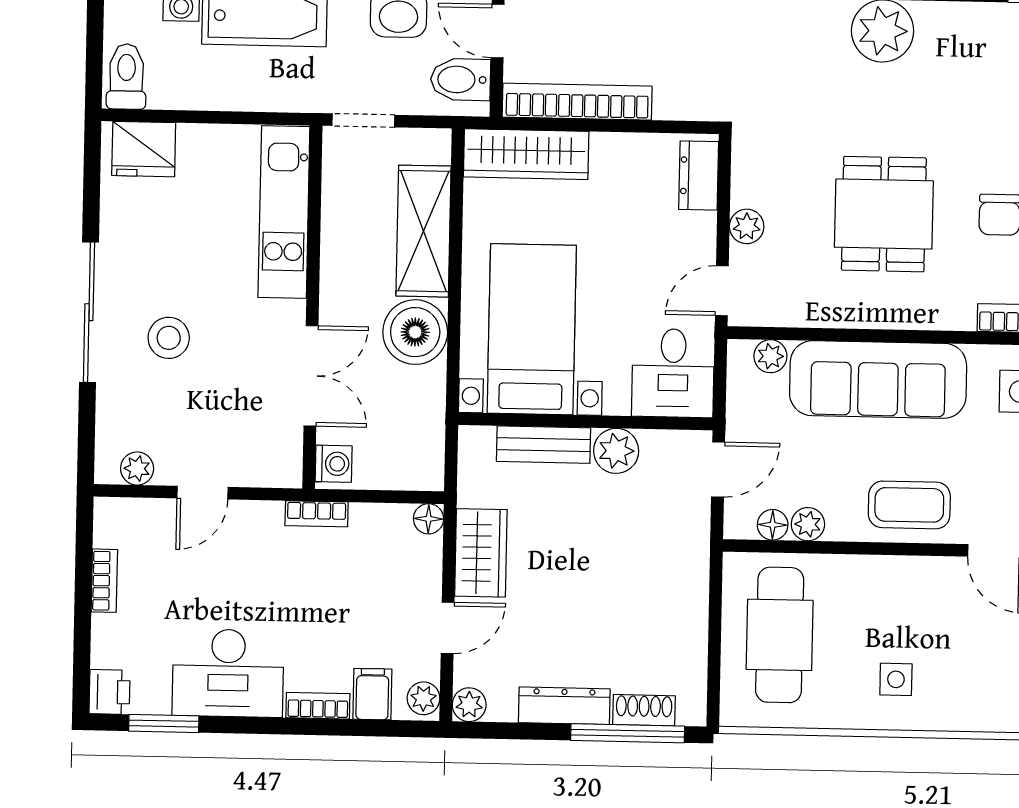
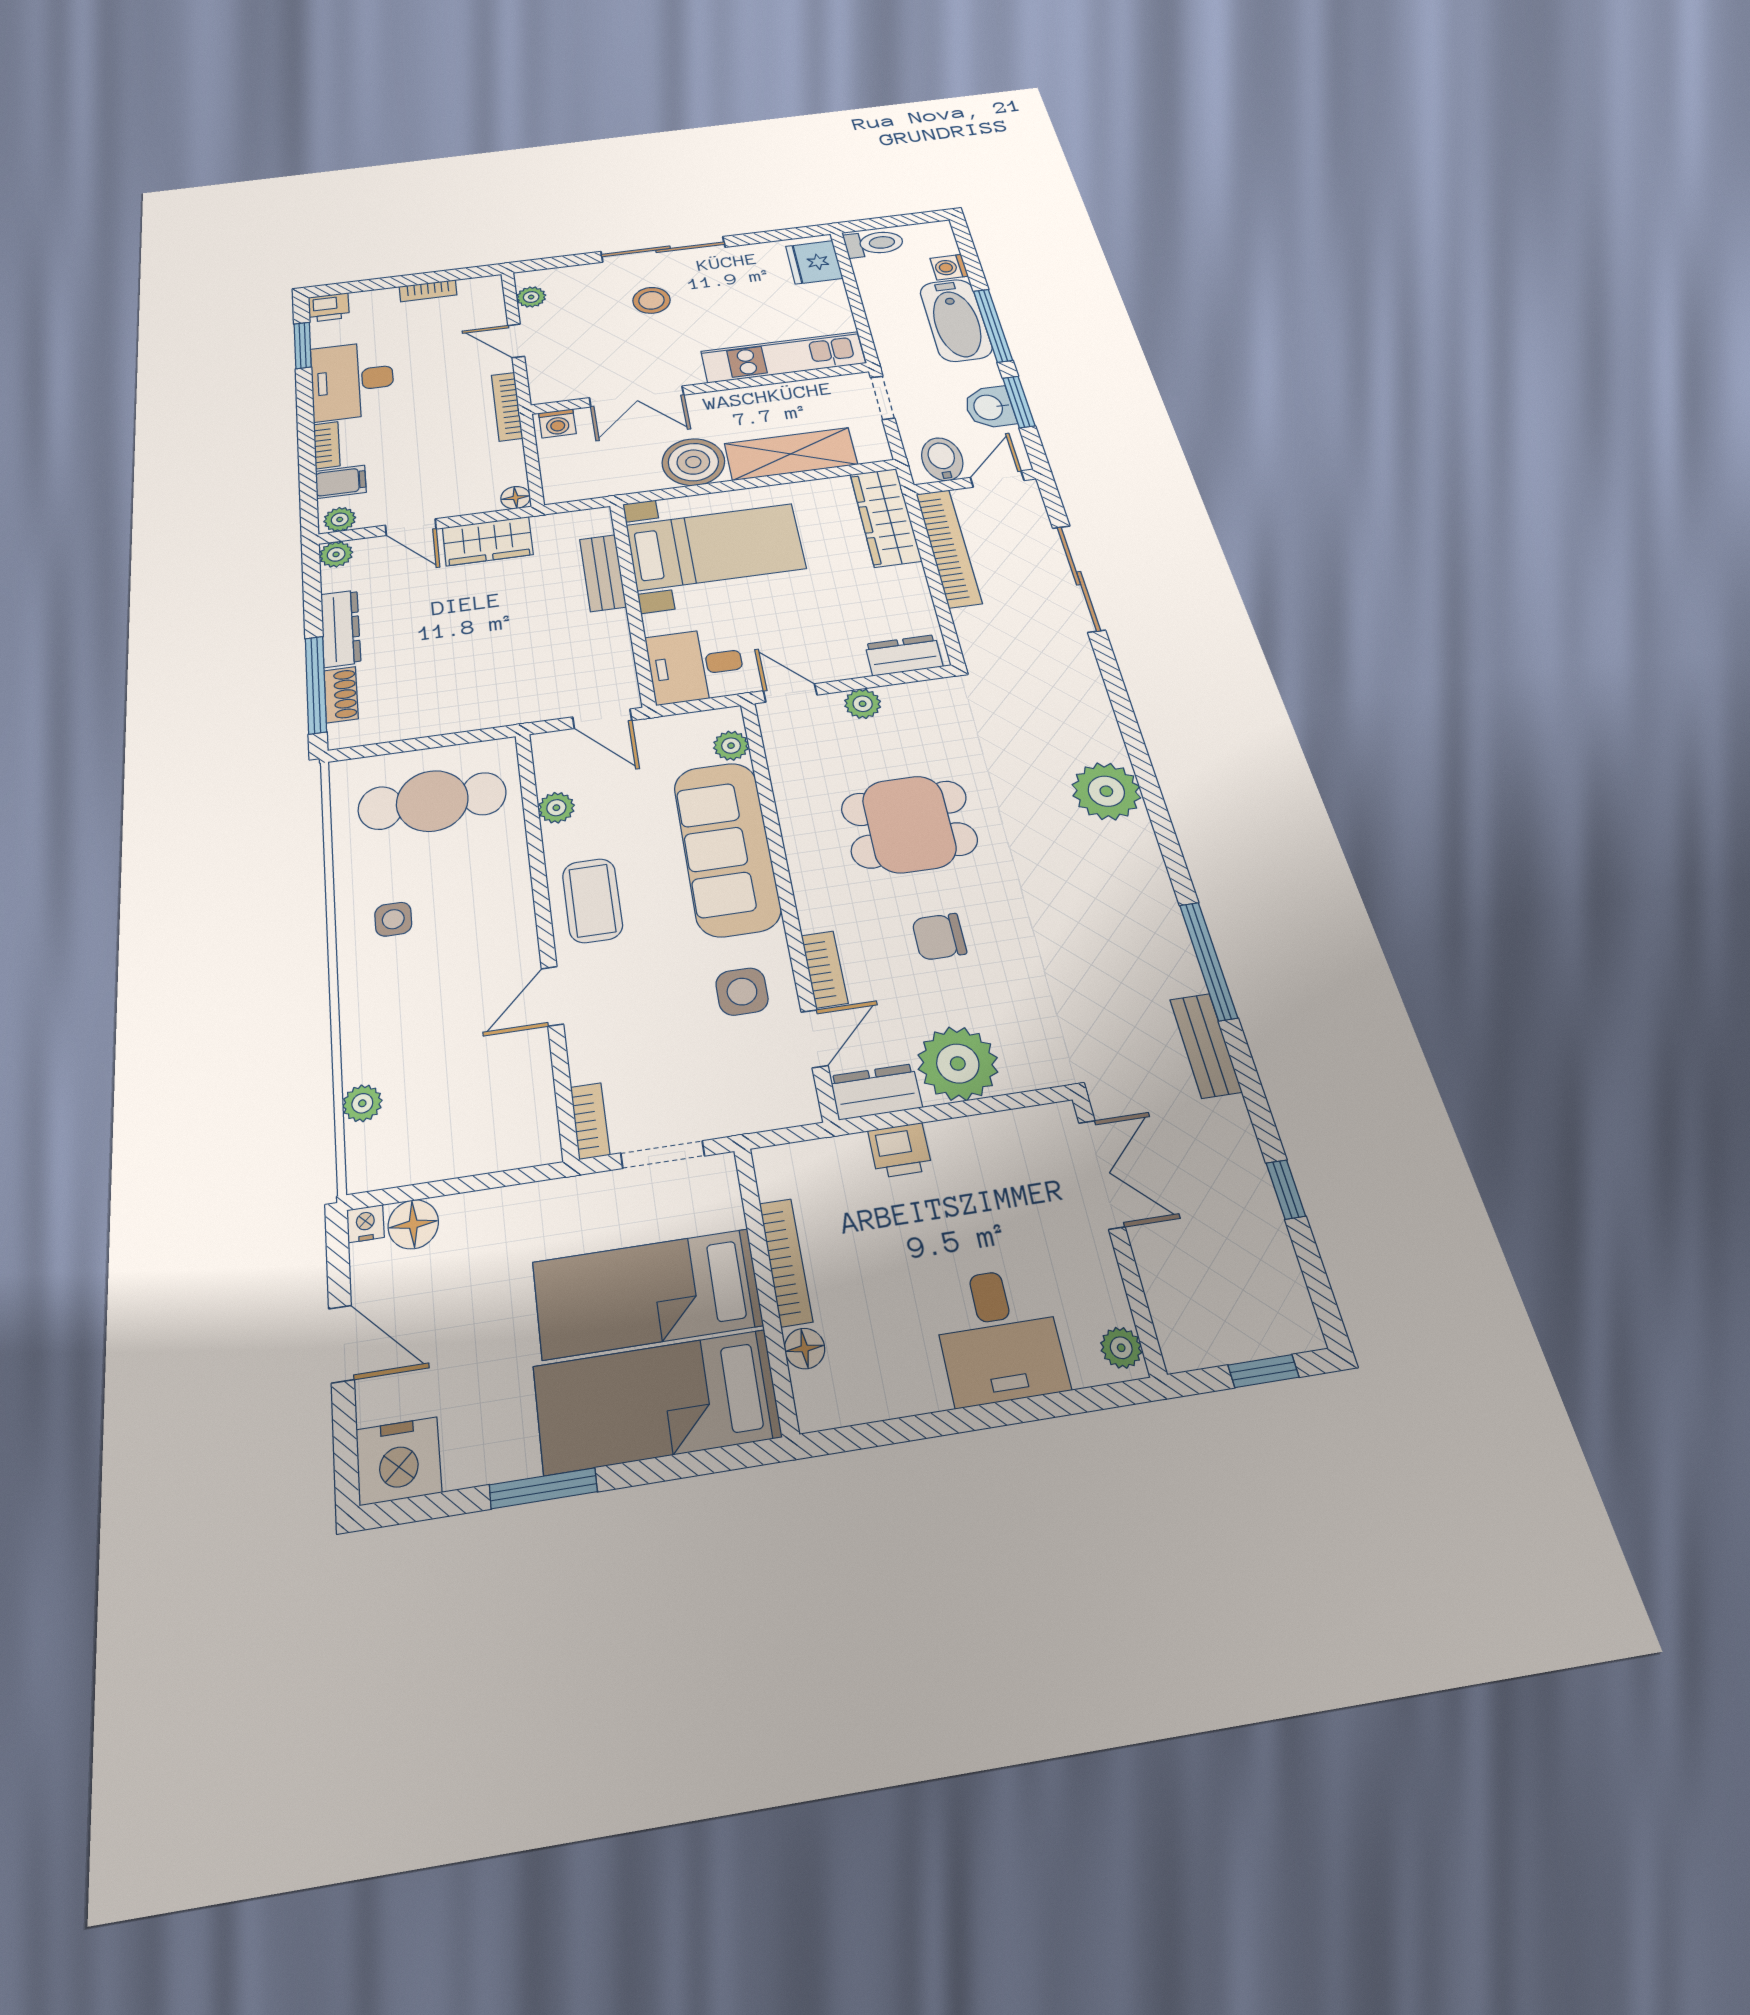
plant: (616, 451) -> (607, 631), removed
bookcase: (317, 514) -> (507, 407), width x1.56
floor lamp: (773, 525) -> (551, 776), removed

